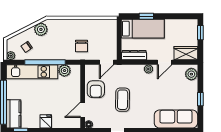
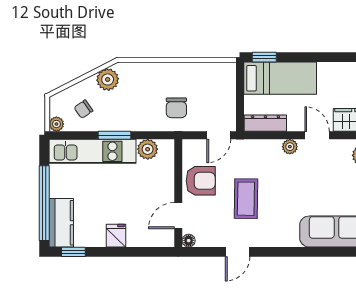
window: (146, 16) -> (264, 57), moved
window: (45, 62) -> (114, 135), width x0.47
door: (165, 62) -> (317, 135), swing flipped
armchair: (96, 89) -> (201, 181), turned -90

